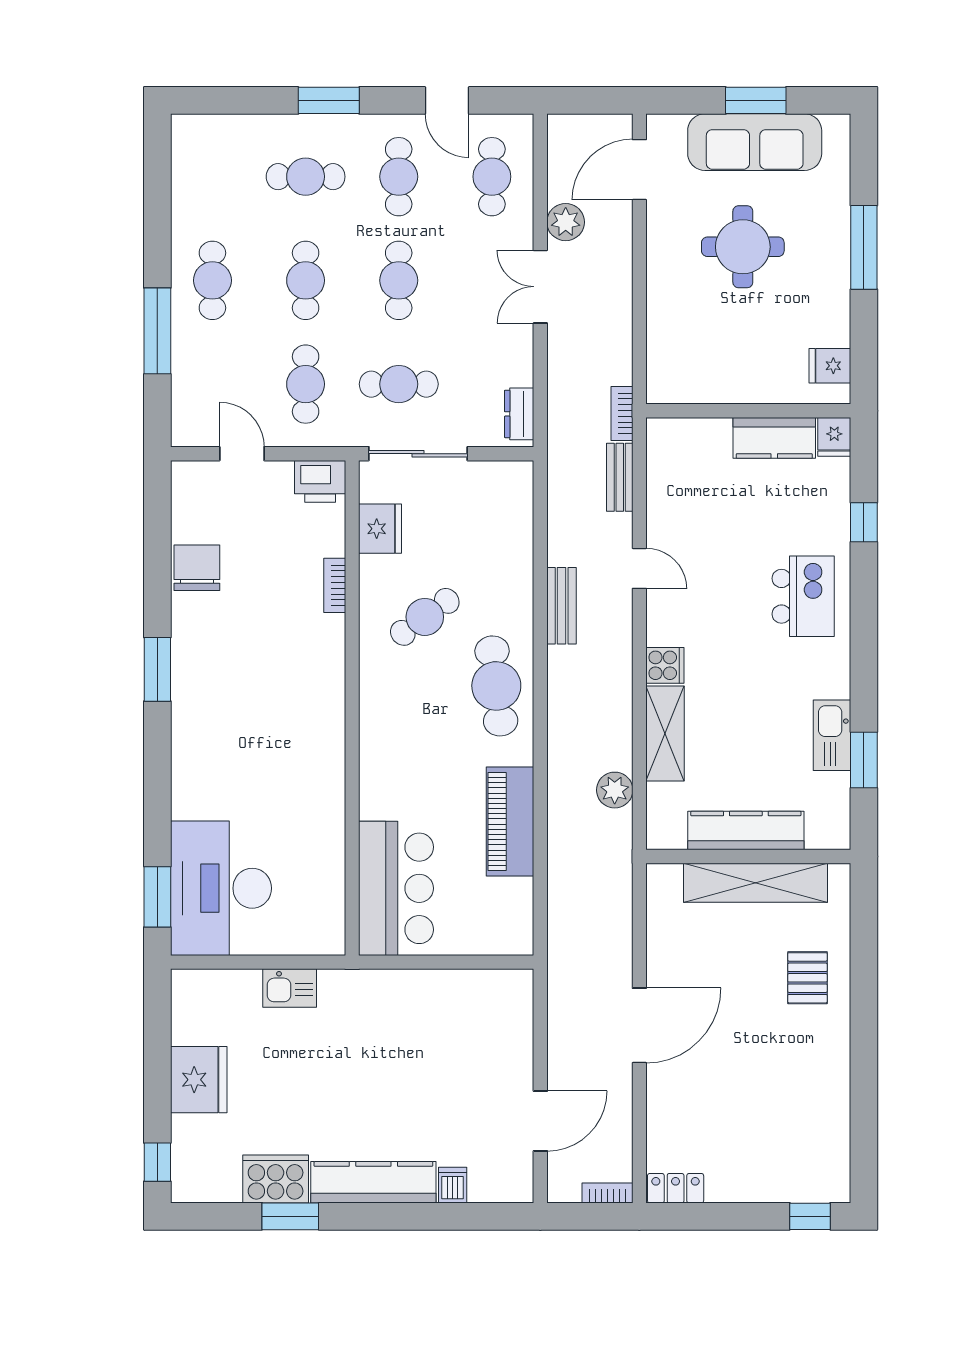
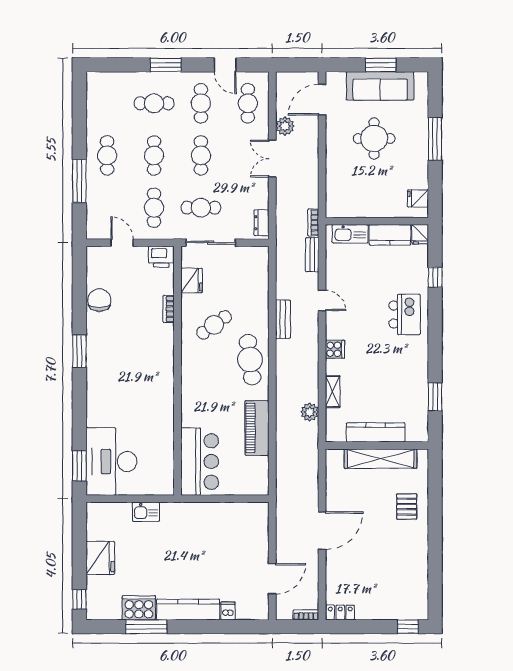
shelving: (665, 734) -> (333, 392), width x0.67, depth x0.75
kitchen sink: (832, 735) -> (350, 234), moved, turned -90
window: (290, 1216) -> (146, 627), width x1.44

